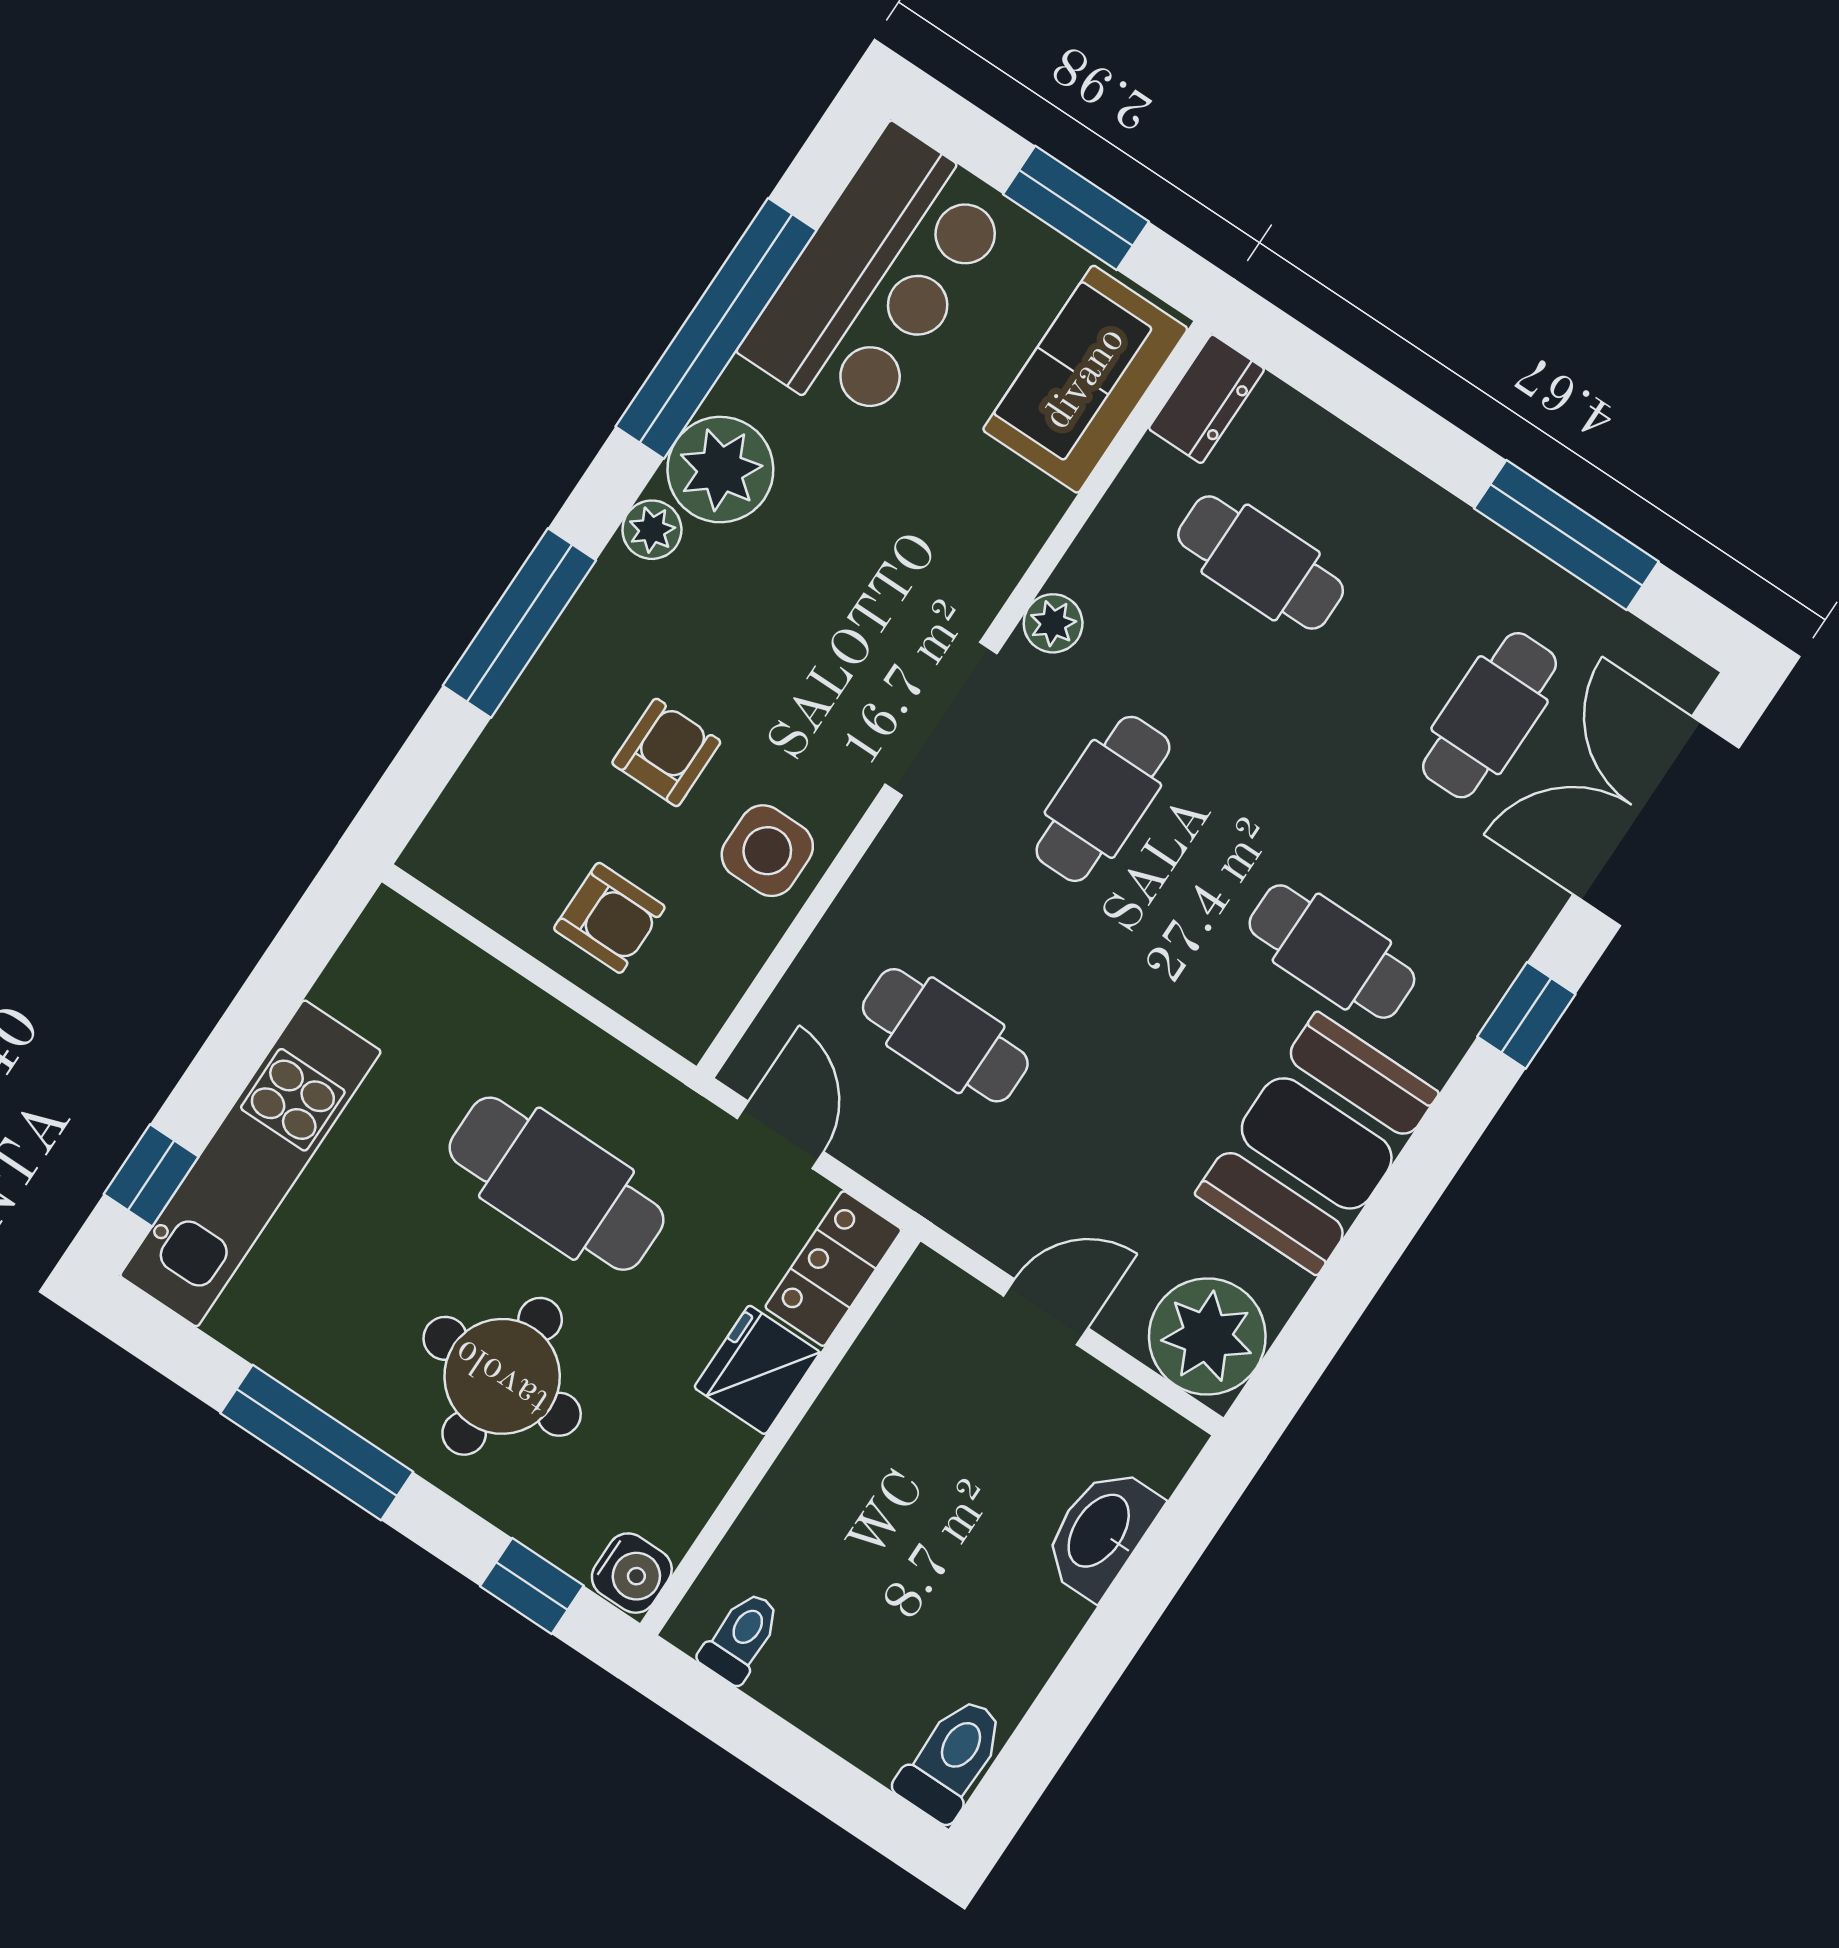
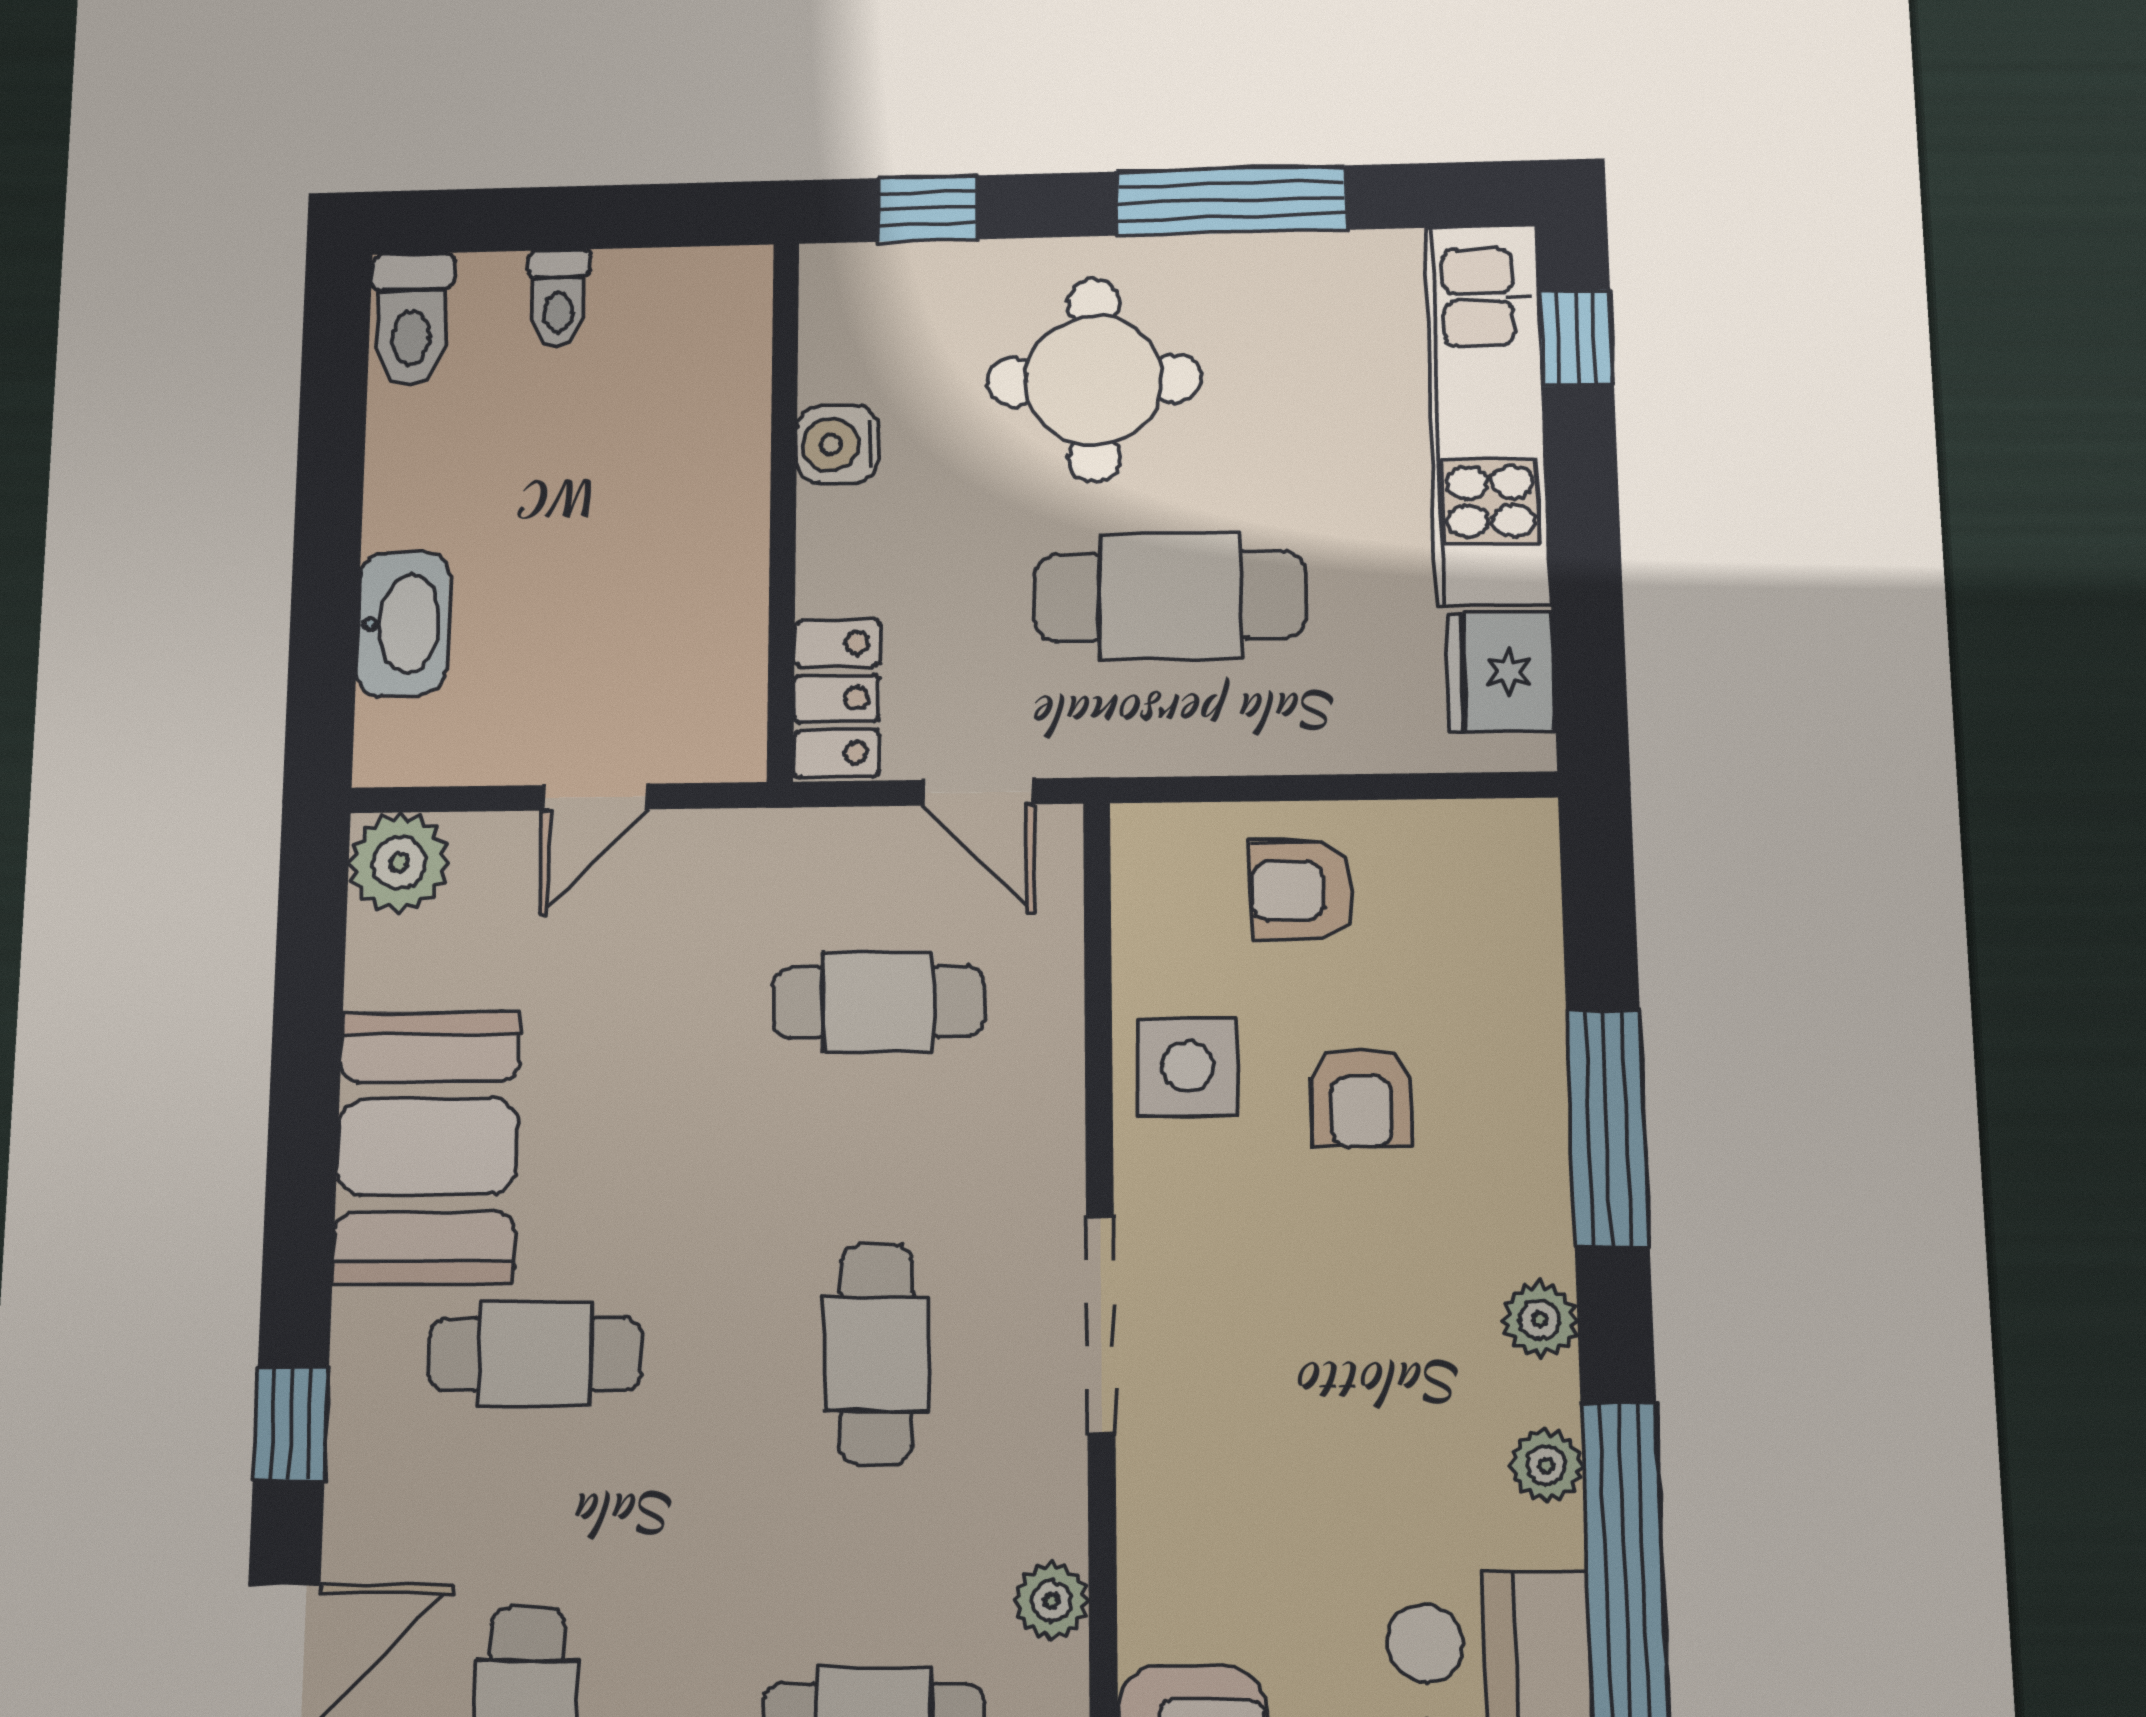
plant: (720, 470) -> (1546, 1465), width x0.53, depth x0.53
plant: (1053, 623) -> (1052, 1601), moved
plant: (1207, 1336) -> (399, 863), width x0.73, depth x0.73
fridge: (757, 1370) -> (1501, 671), moved, turned 180
water cooler: (632, 1573) -> (837, 444), moved
toilet: (741, 1637) -> (559, 298), moved

